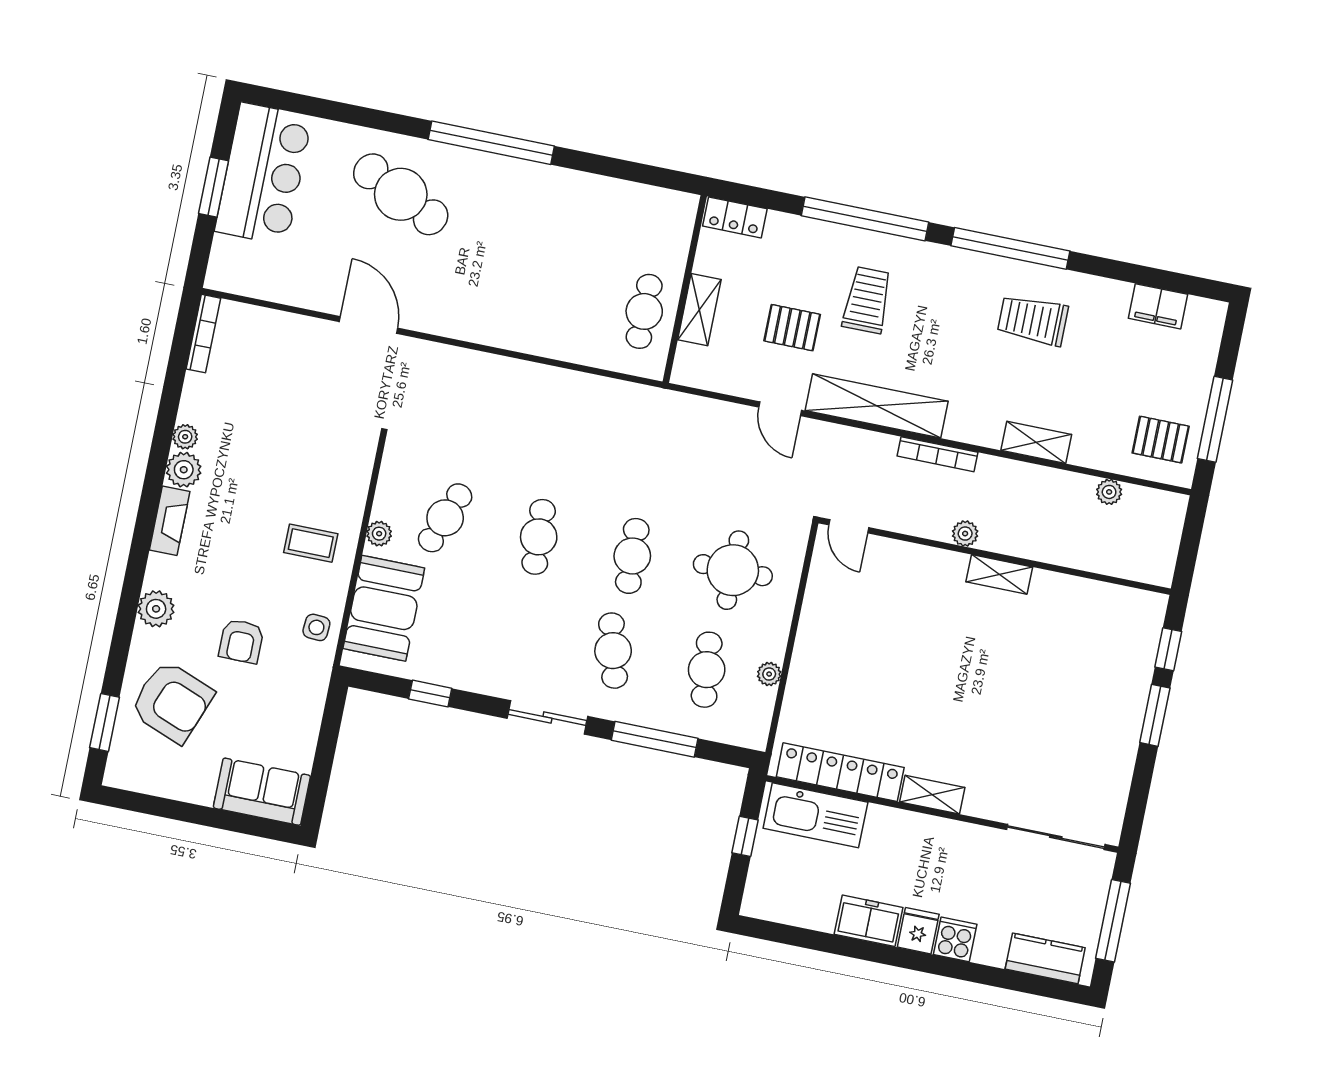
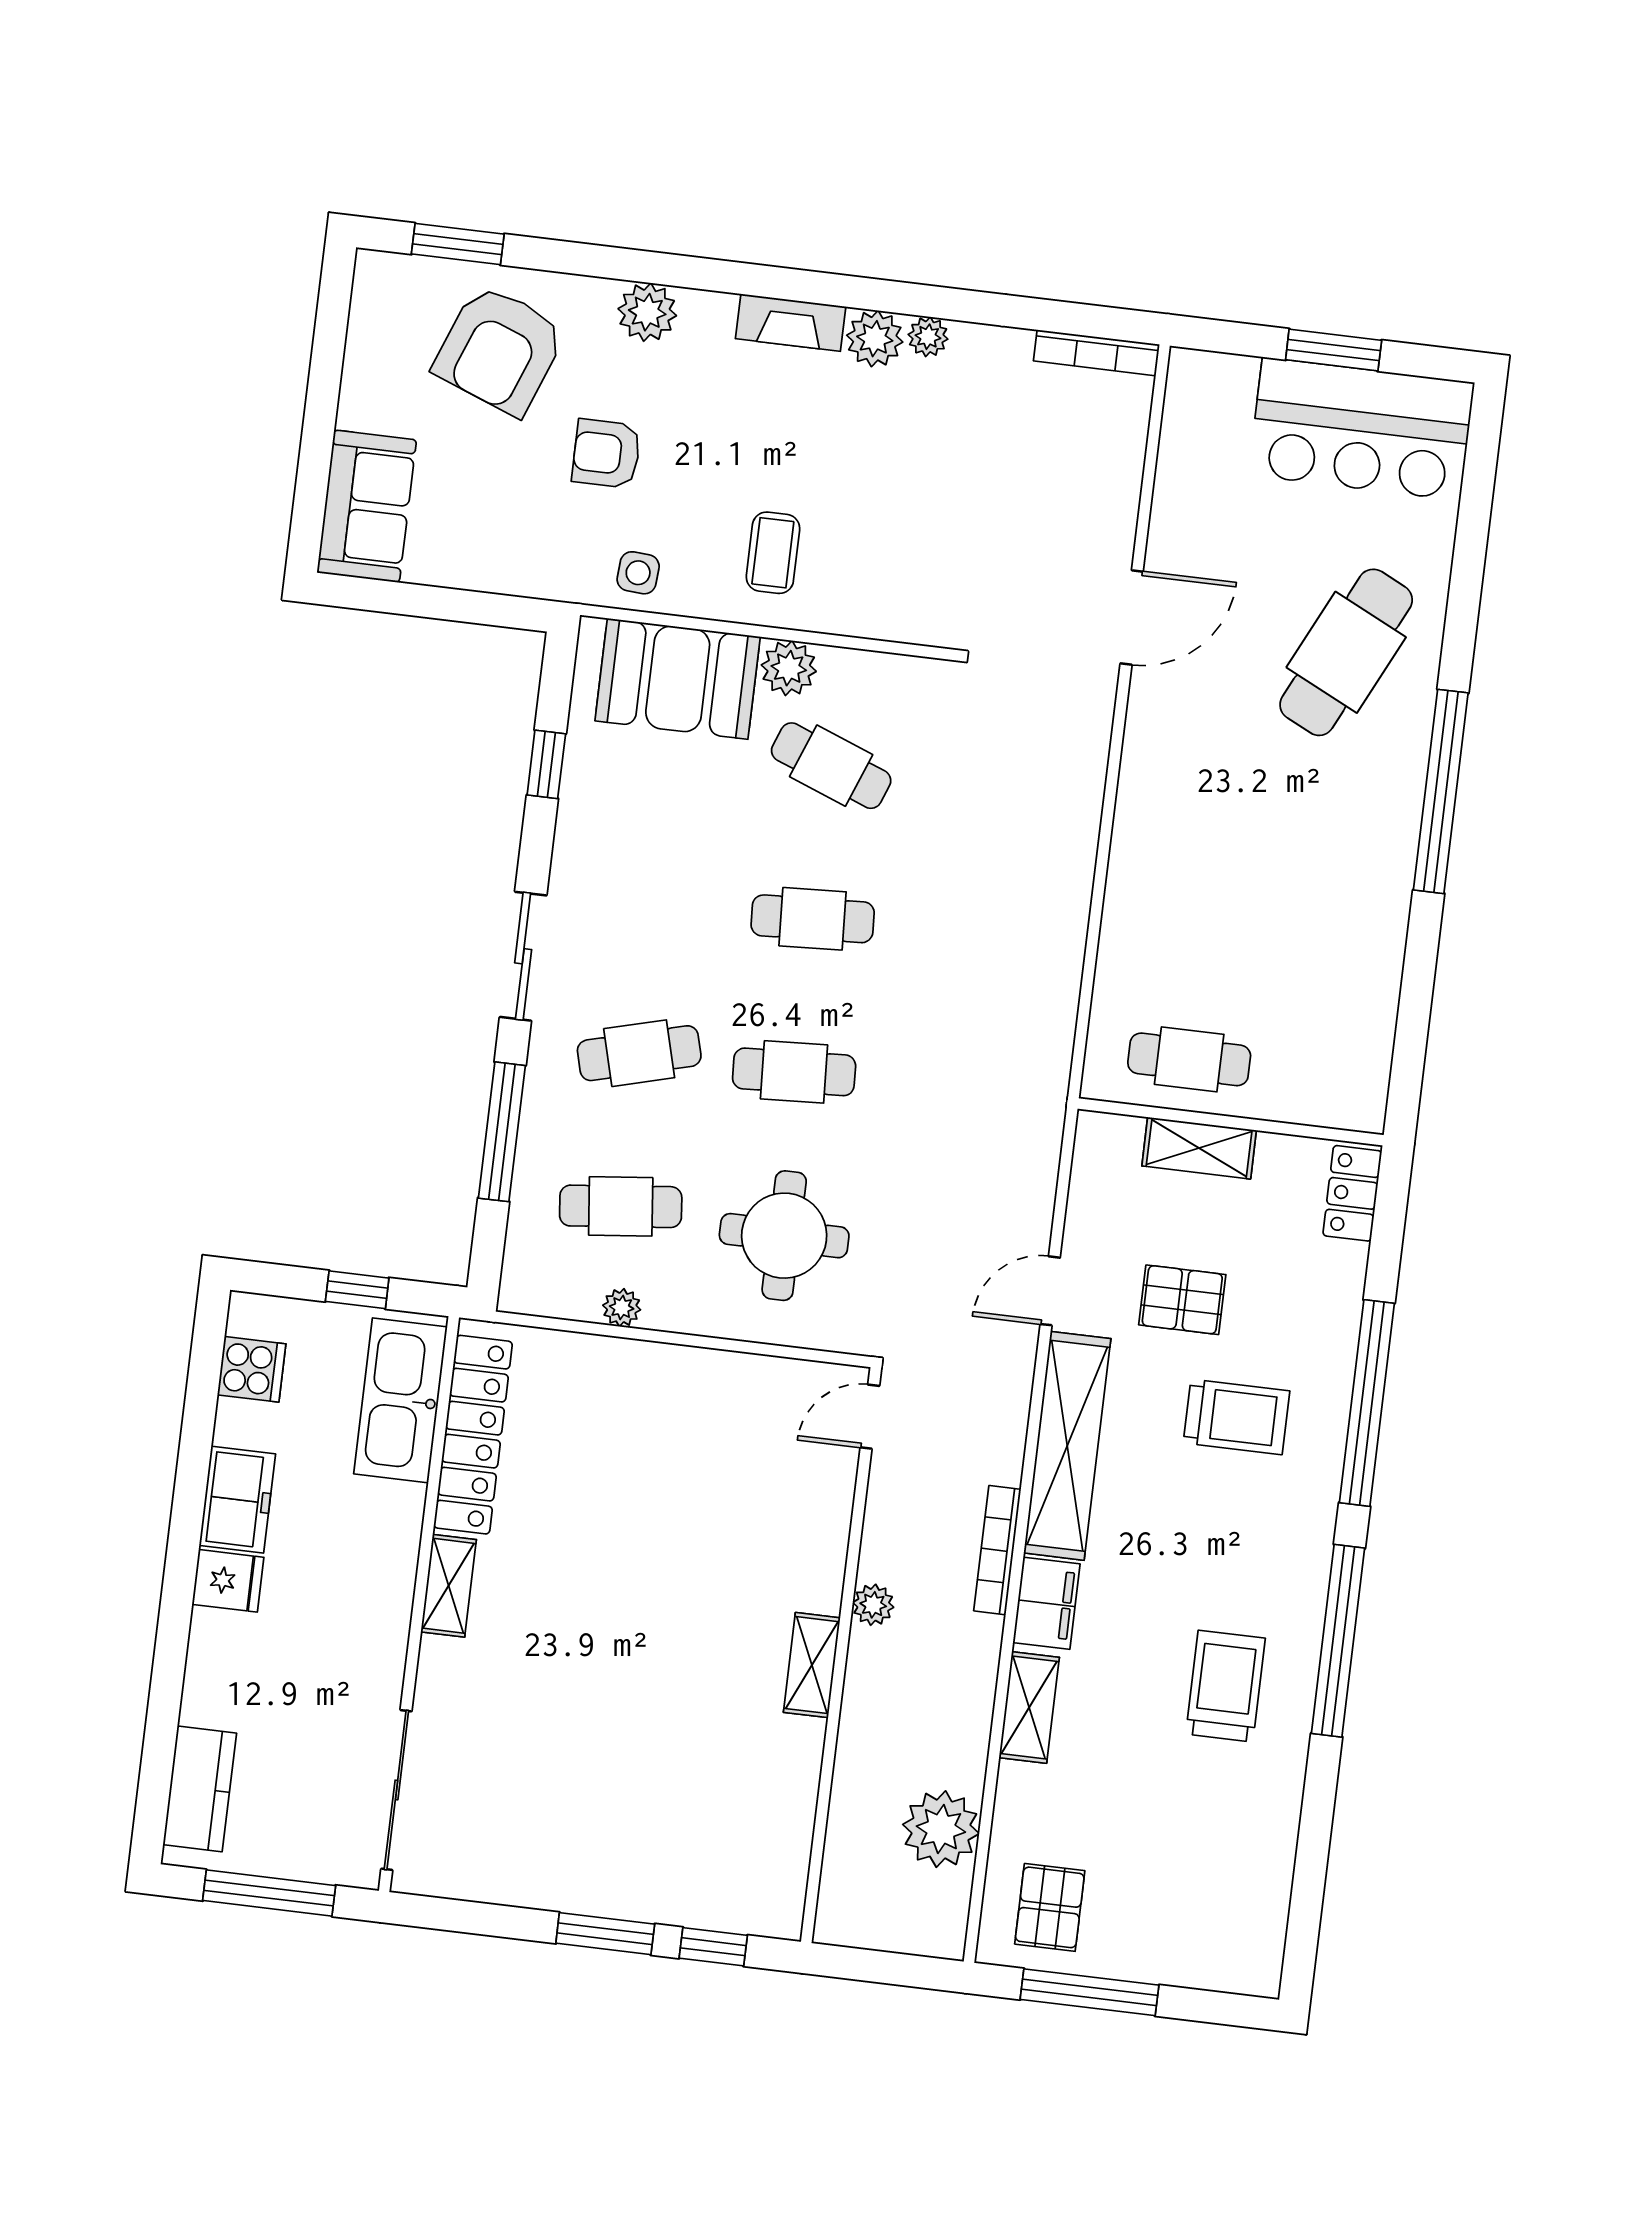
filing cabinet: (1158, 306) -> (1046, 1603), moved, turned 180
pallet: (792, 328) -> (1182, 1300), turned 90
plant: (1109, 492) -> (941, 1829), width x1.87, depth x1.87
plant: (379, 534) -> (789, 668), width x1.38, depth x1.38
cooker: (955, 939) -> (252, 1369), moved

